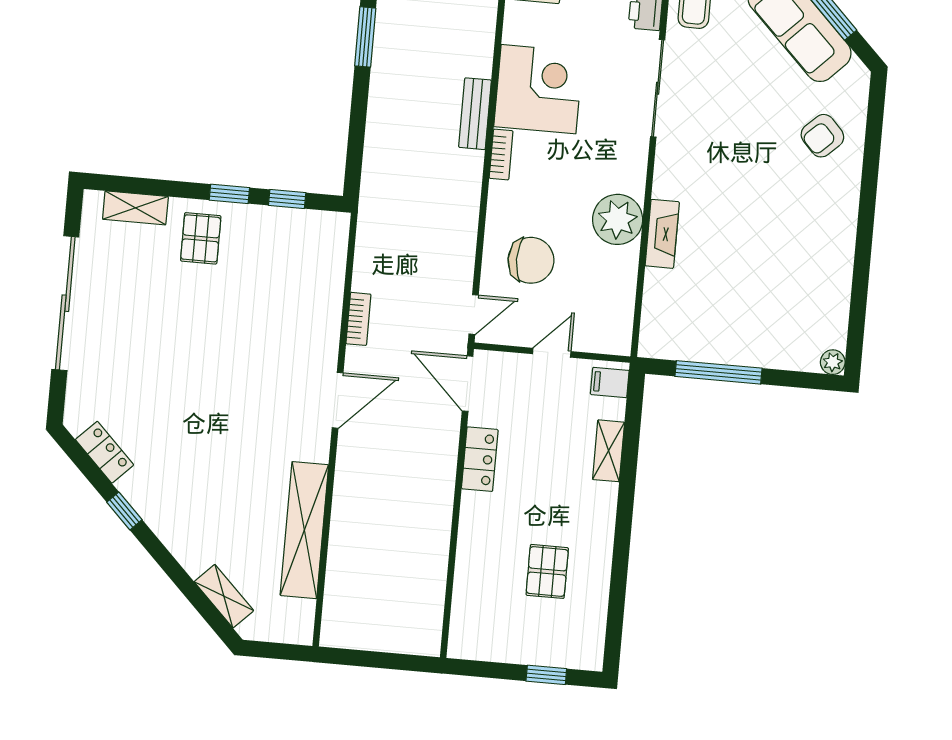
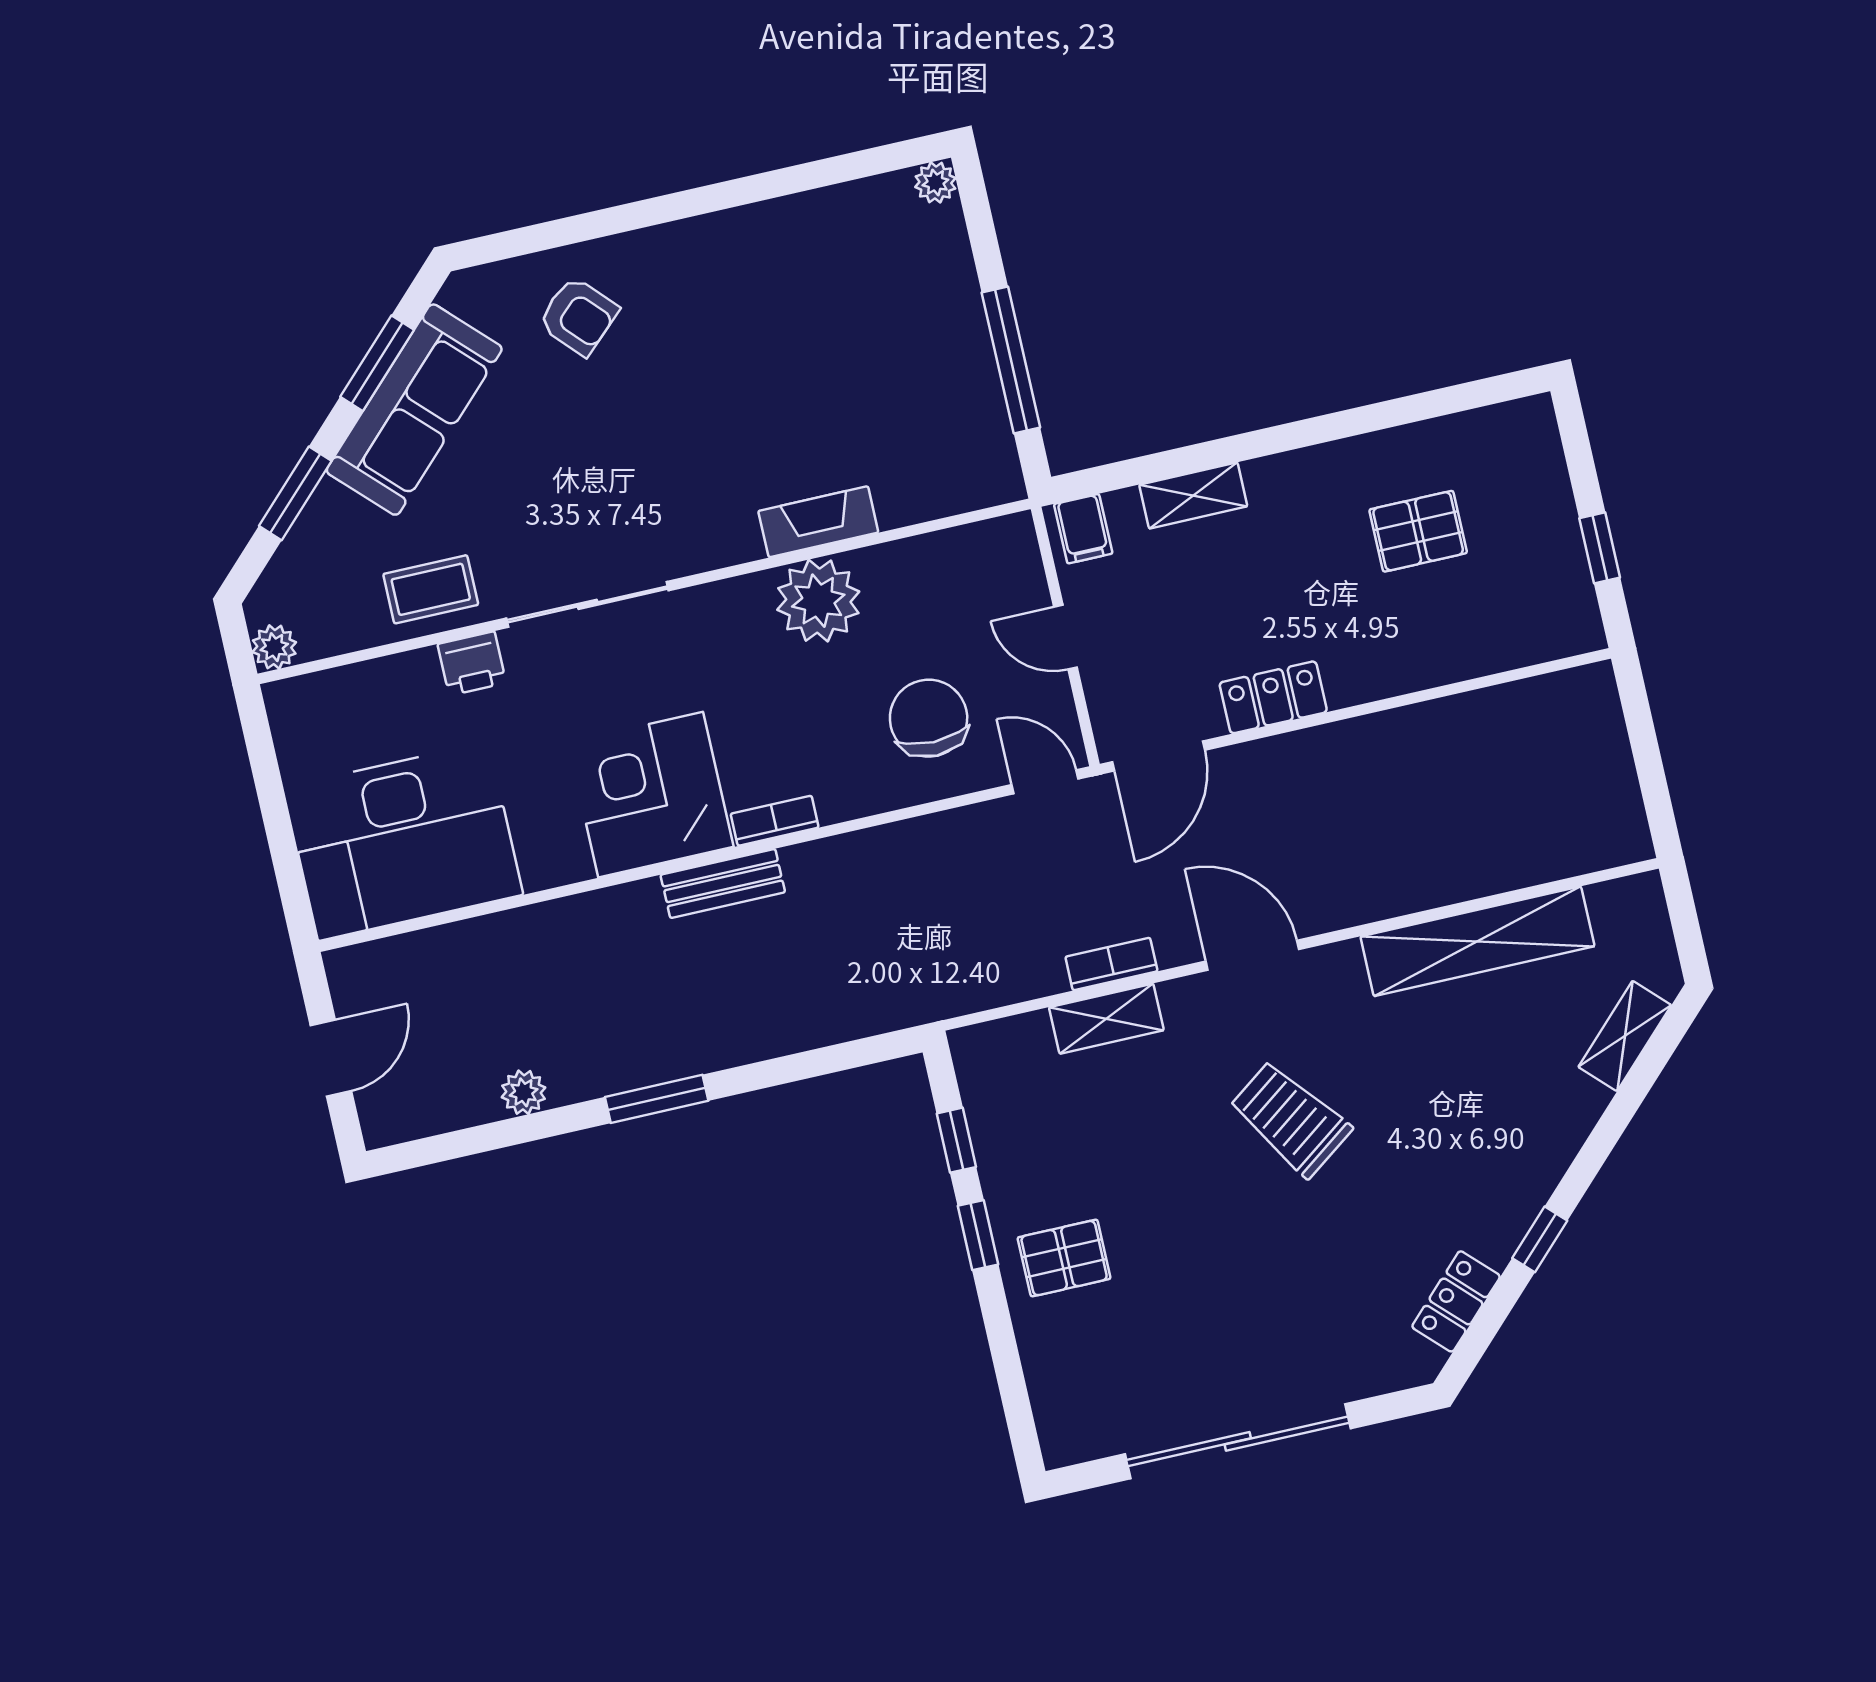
shelving: (135, 208) -> (1106, 1019), moved, turned 90
trolley: (238, 392) -> (1290, 1119), added
window: (546, 675) -> (1600, 548), moved

